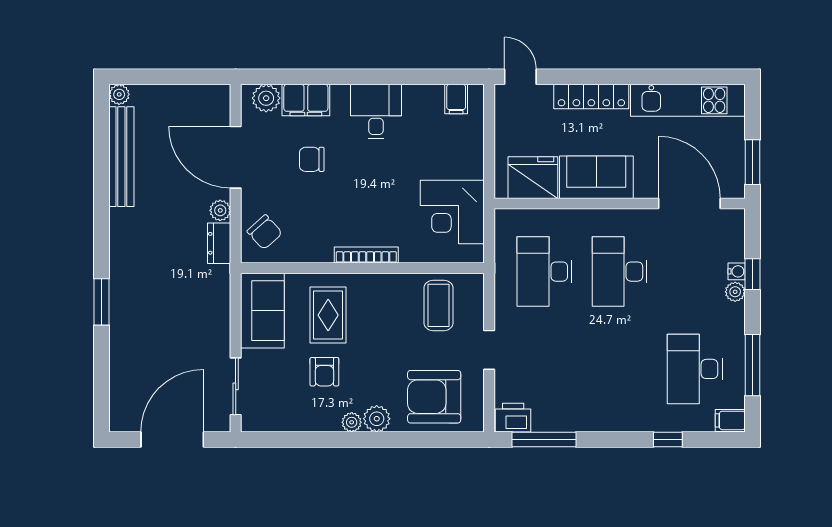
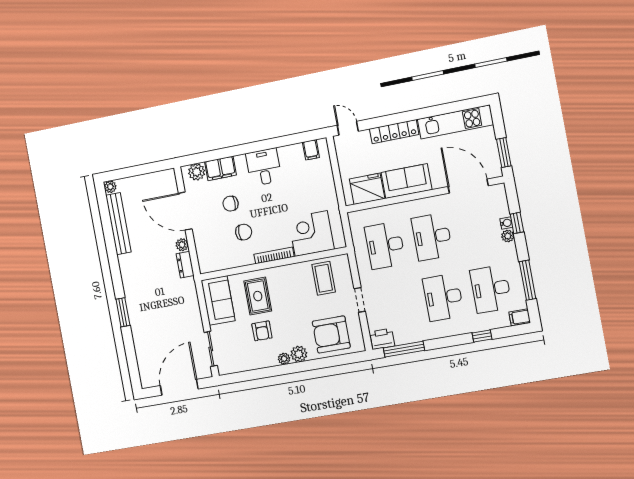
corner desk: (452, 212) -> (311, 234), moved, turned 90
chair: (265, 232) -> (244, 232), moved, turned -48
desk: (620, 369) -> (443, 297), added

